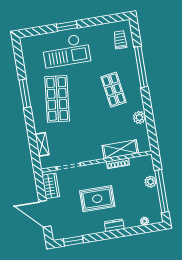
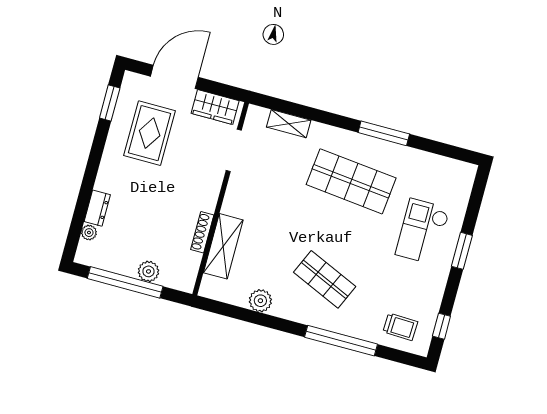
window: (110, 19) -> (441, 326), added
checkout: (66, 51) -> (423, 232), width x0.73, depth x0.83
shop shelf: (113, 90) -> (325, 279), turned 33
rug: (97, 199) -> (150, 133), moved
dresser: (114, 225) -> (97, 208), moved

